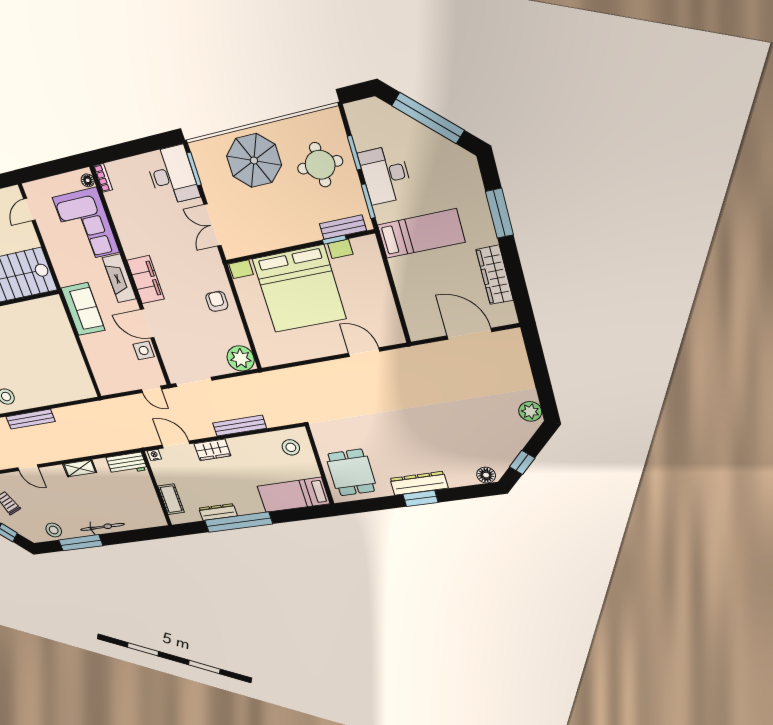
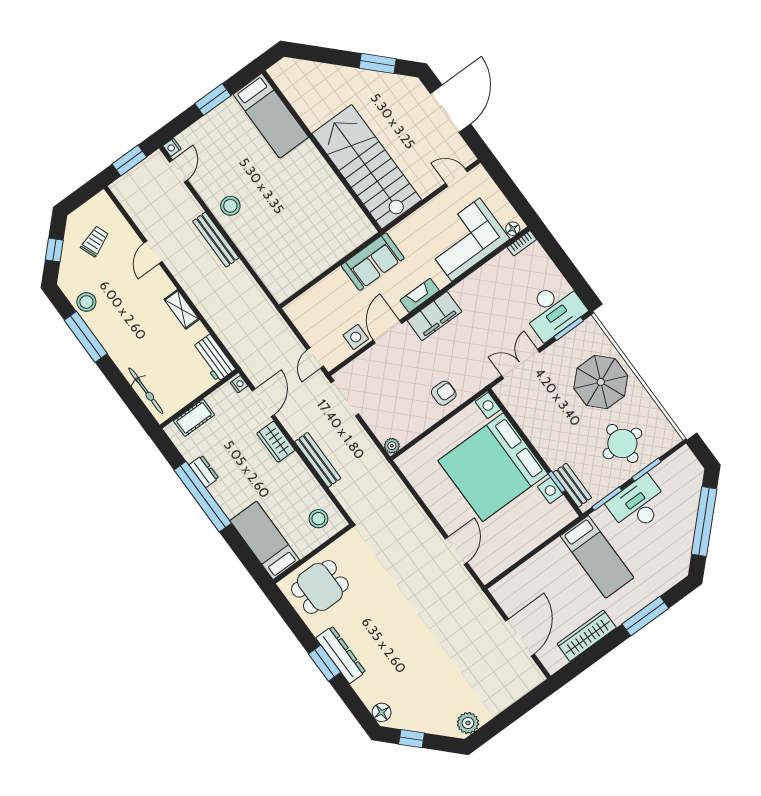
fireplace: (119, 278) -> (420, 295), width x0.73, depth x0.76
plant: (241, 358) -> (392, 446), width x0.53, depth x0.53
dresser: (218, 512) -> (204, 472), width x0.70
bicycle: (102, 527) -> (146, 391), moved

